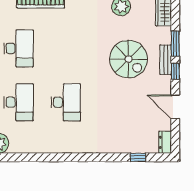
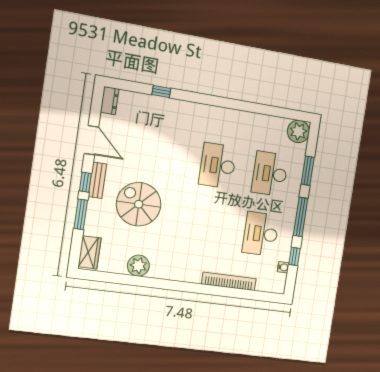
bench: (166, 60) -> (97, 180), moved
window: (138, 157) -> (161, 91), moved

